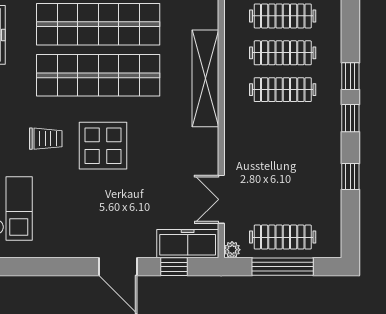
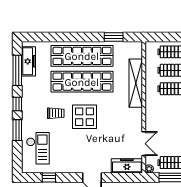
double door: (221, 199) -> (144, 144), swing flipped
window: (174, 267) -> (49, 177), moved

